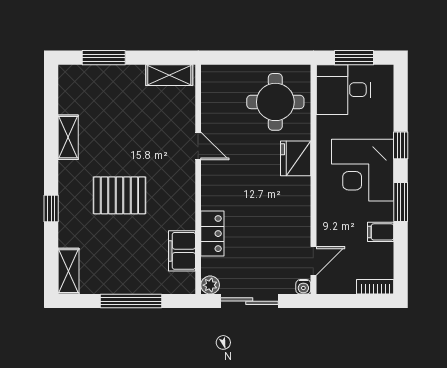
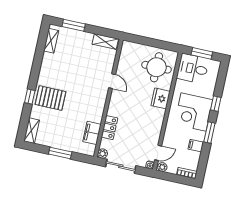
shelving: (68, 137) -> (51, 41), moved
pallet: (119, 195) -> (50, 98), moved
plant: (327, 286) -> (162, 167), added
window: (131, 301) -> (60, 153), width x0.69

